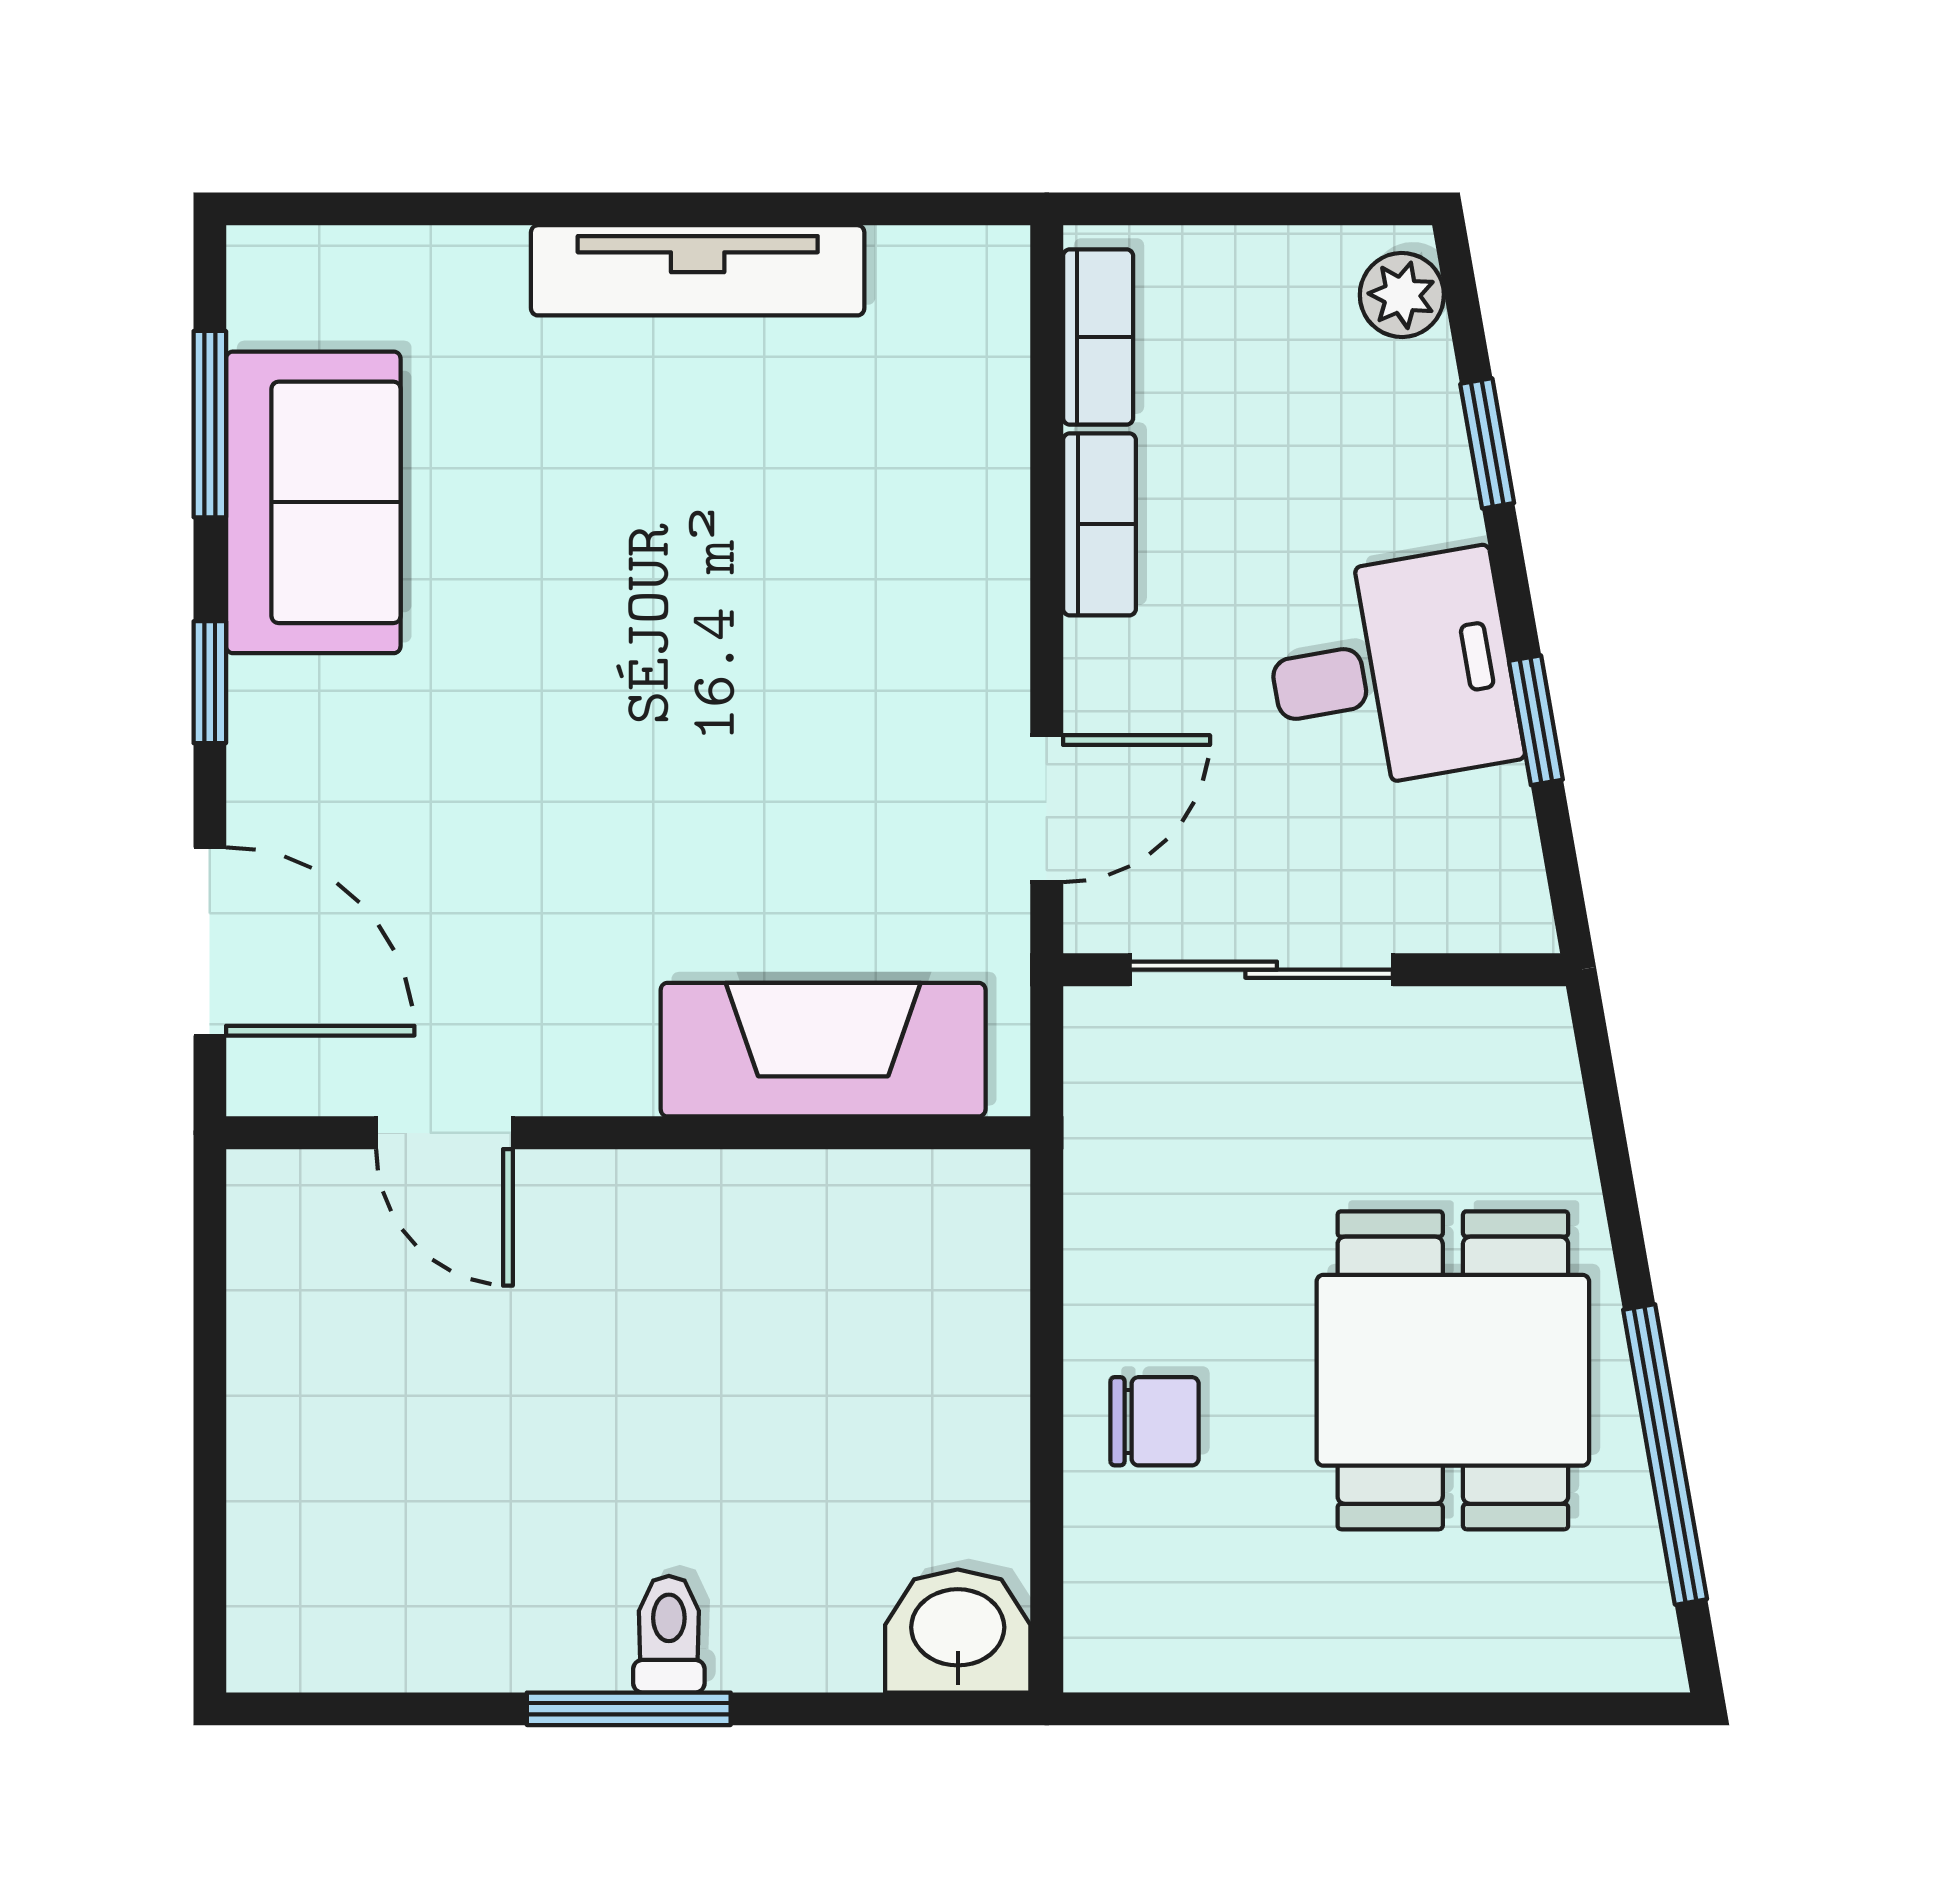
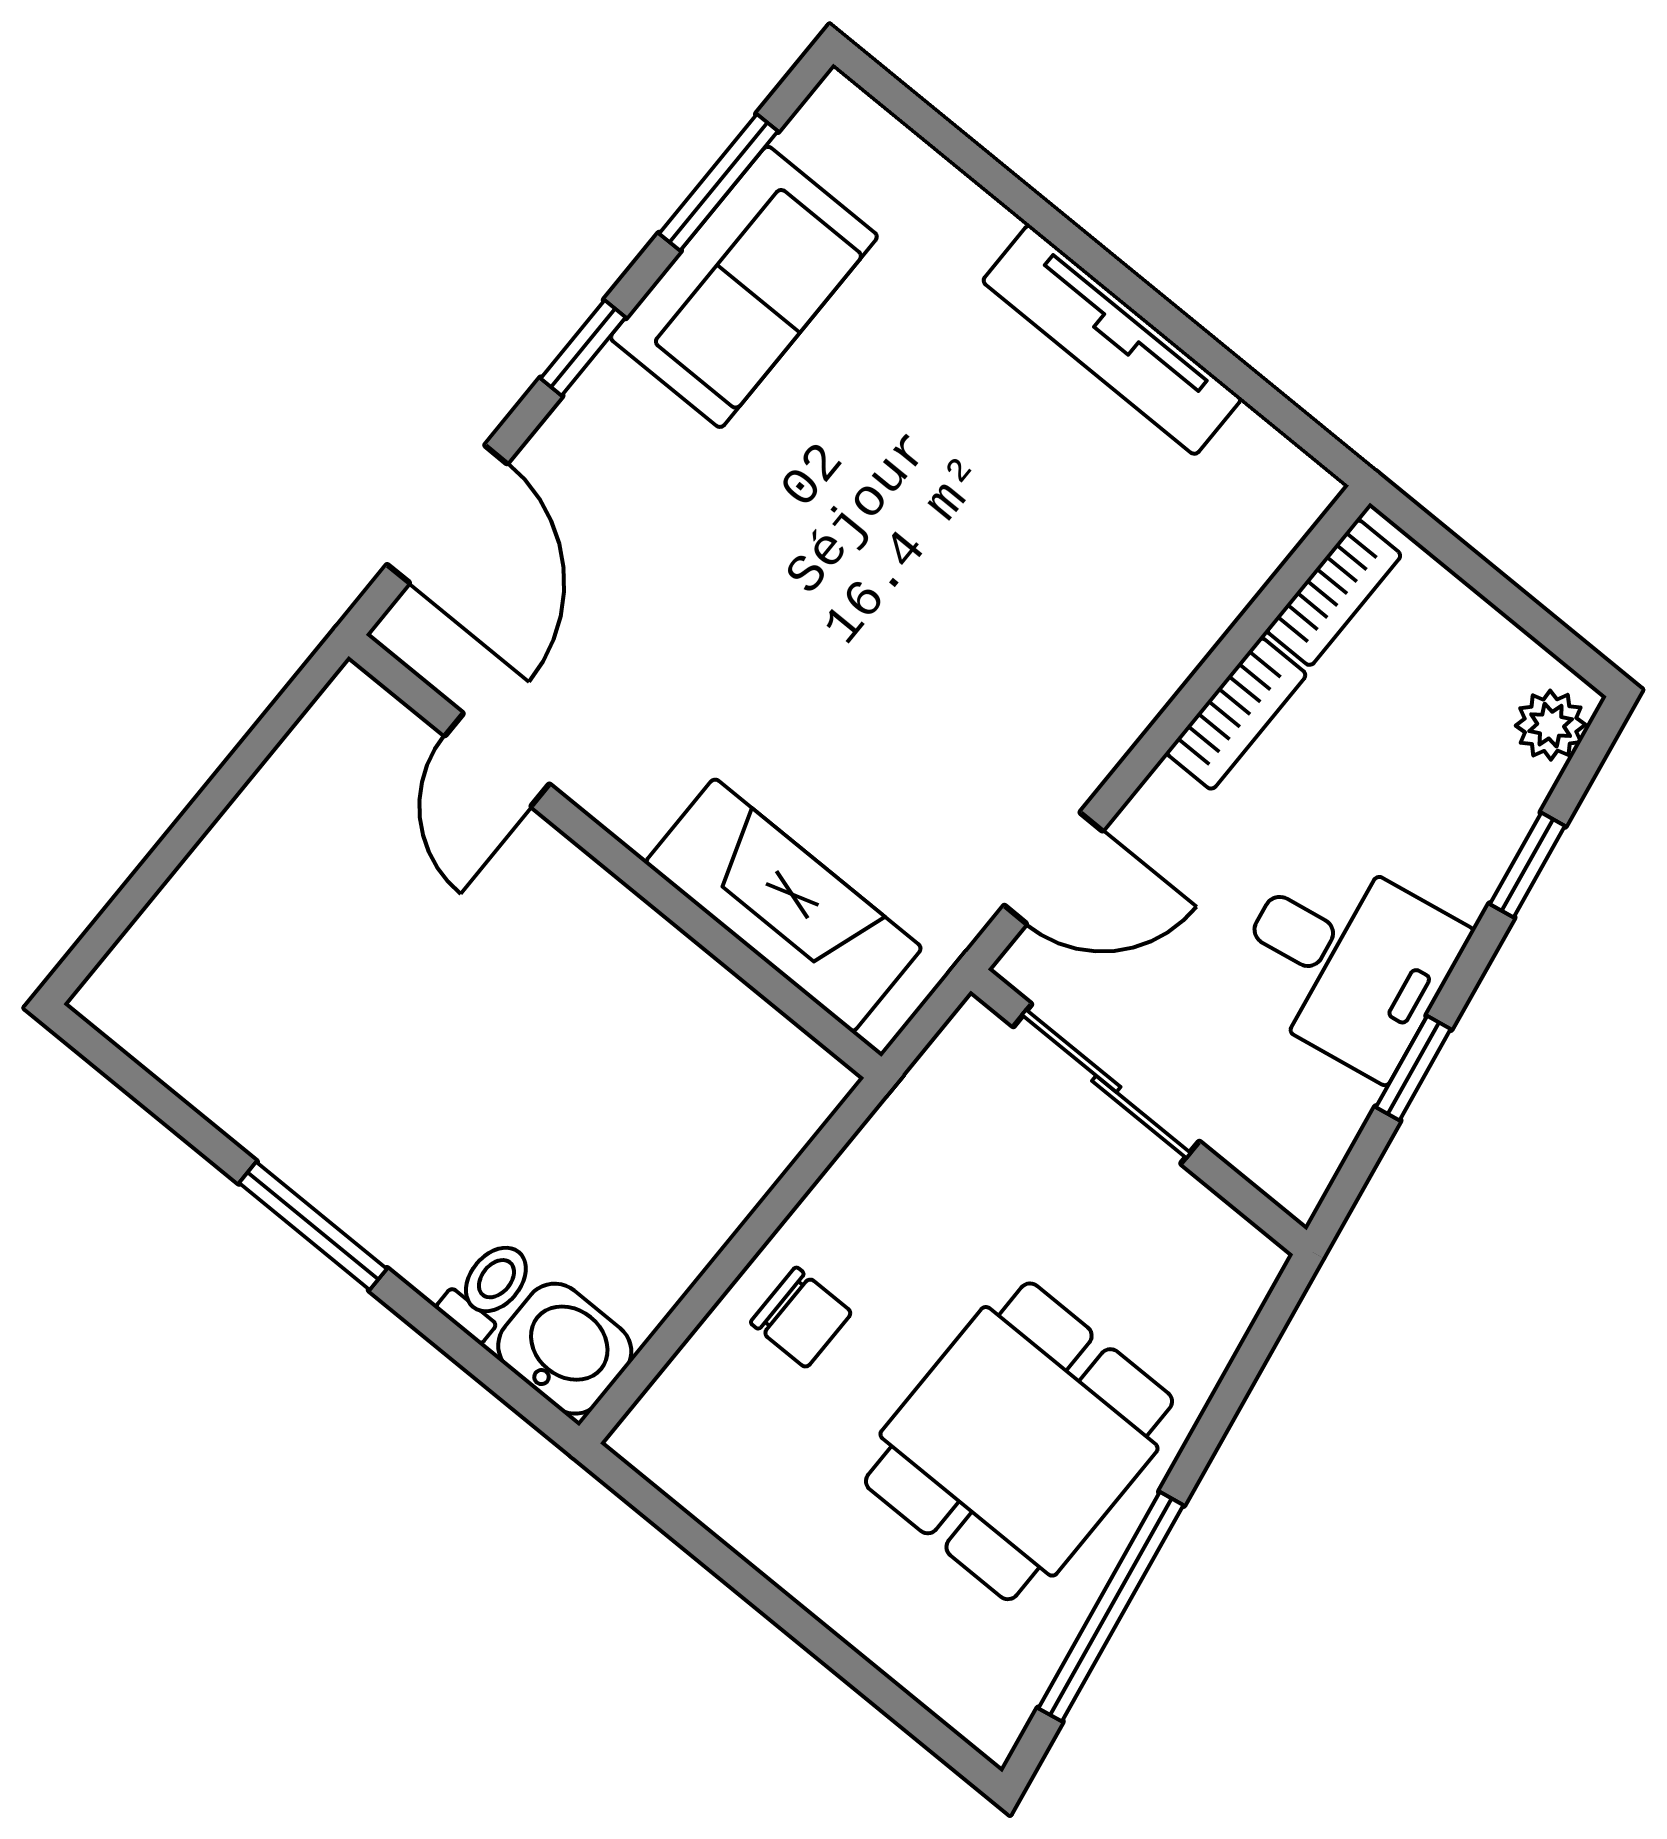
toilet: (669, 1634) -> (488, 1289), moved

